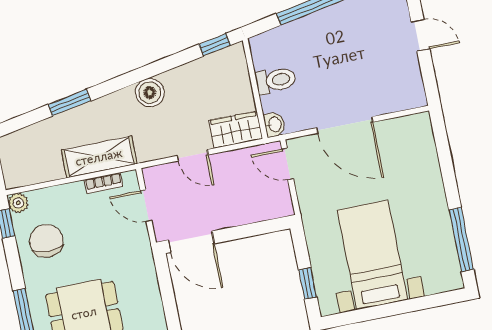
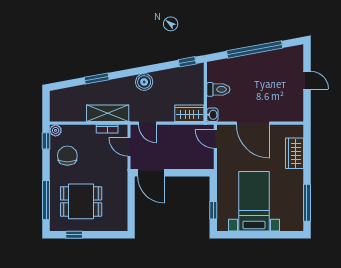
door: (193, 155) -> (147, 123), moved
wardrobe: (424, 161) -> (294, 153), added

